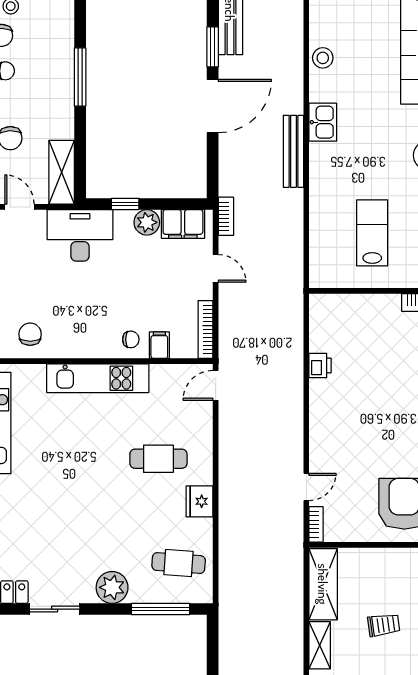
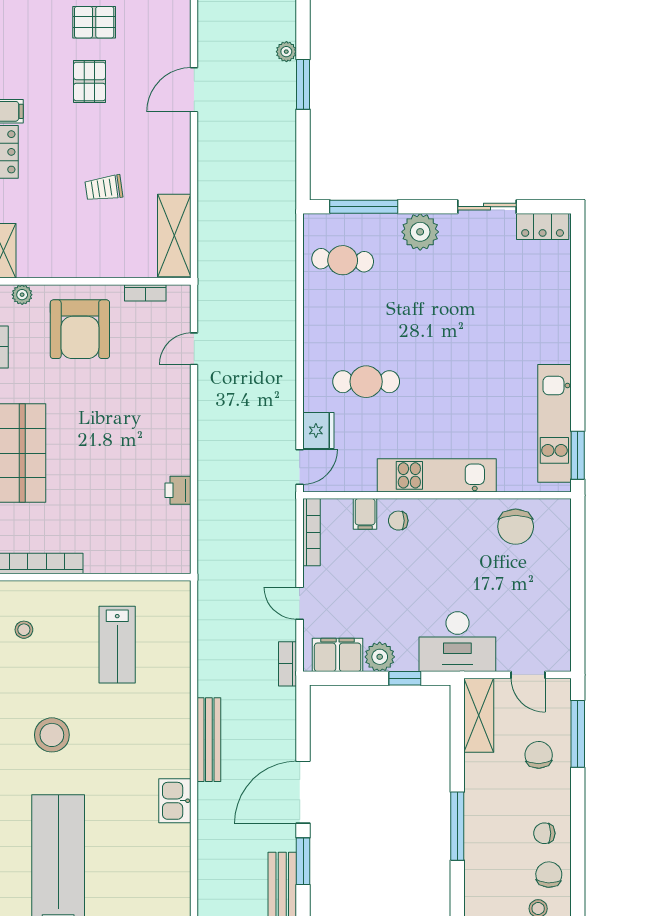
stool: (323, 58) -> (175, 848), removed
kitchen sink: (323, 122) -> (175, 801), moved
chair: (30, 334) -> (516, 527), width x1.37, depth x1.37
fridge: (199, 501) -> (318, 430), moved
bookcase: (316, 524) -> (145, 293), moved, turned -90
shelving: (320, 645) -> (178, 164), removed

